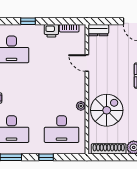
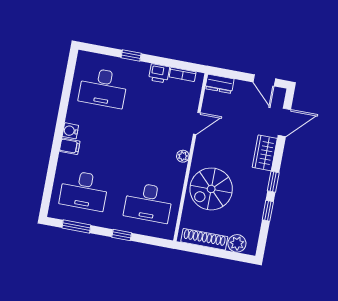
door: (87, 63) -> (197, 123), swing flipped
plant: (81, 106) -> (183, 156), moved
spiral stairs: (107, 110) -> (211, 189), turned 180

